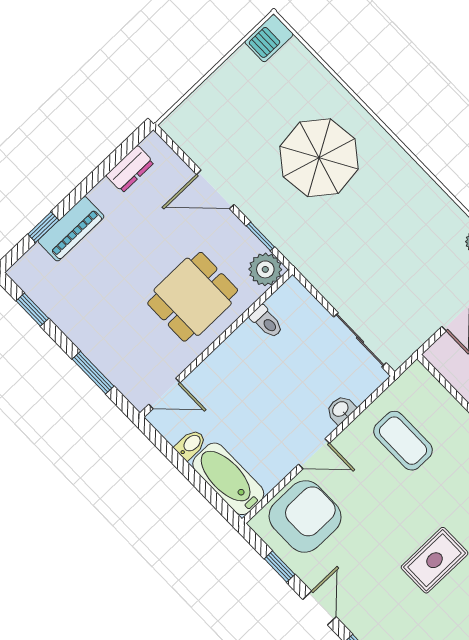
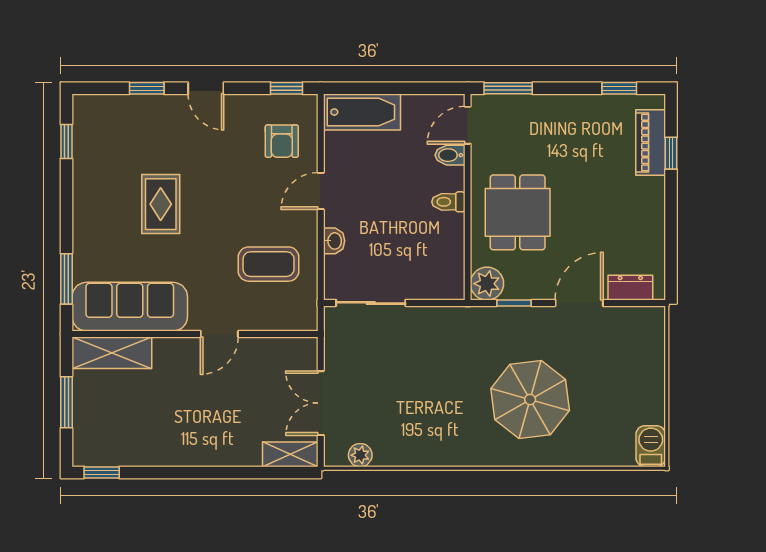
dresser: (130, 169) -> (630, 288), moved, turned 90
piano: (71, 229) -> (651, 143), moved
toilet: (267, 322) -> (448, 202), moved
window: (93, 373) -> (508, 88), moved
bidet: (191, 445) -> (450, 155), moved, turned 90
armchair: (305, 516) -> (282, 141), width x0.53, depth x0.53
window: (280, 567) -> (287, 88), moved

